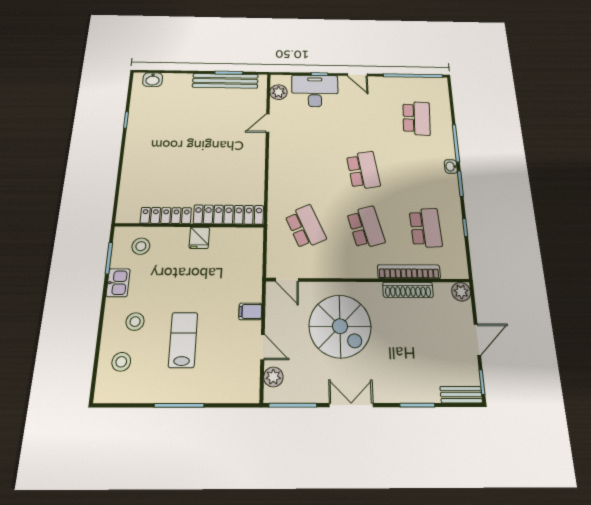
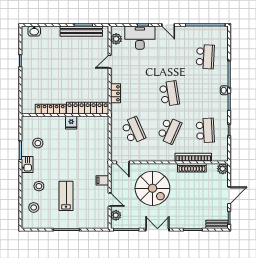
locker: (276, 169) -> (116, 93), added
locker: (229, 215) -> (88, 108), moved
locker: (166, 216) -> (51, 109), moved
wall: (189, 225) -> (65, 115), moved
school desk: (366, 227) -> (169, 130), turned 39
fridge: (199, 238) -> (71, 123), moved

